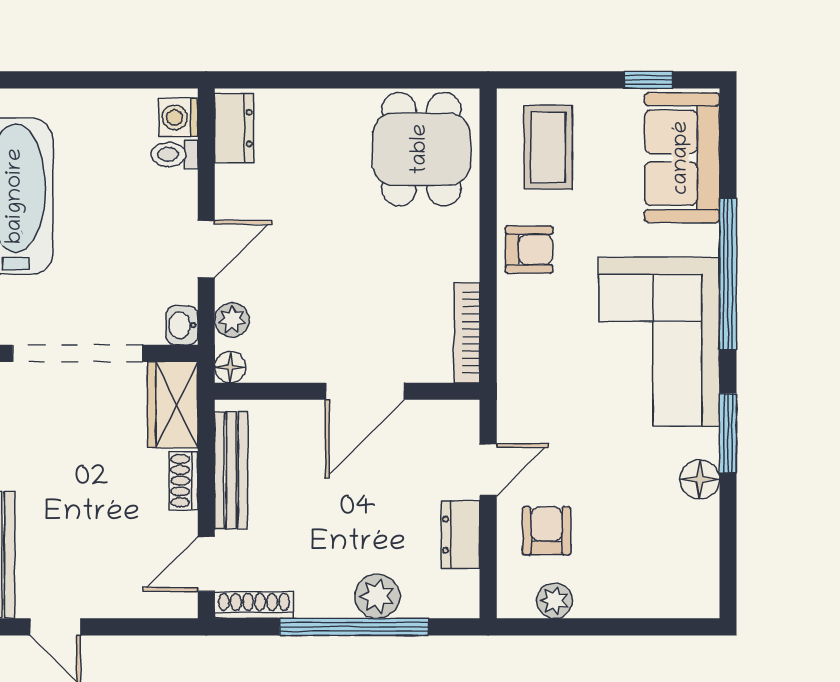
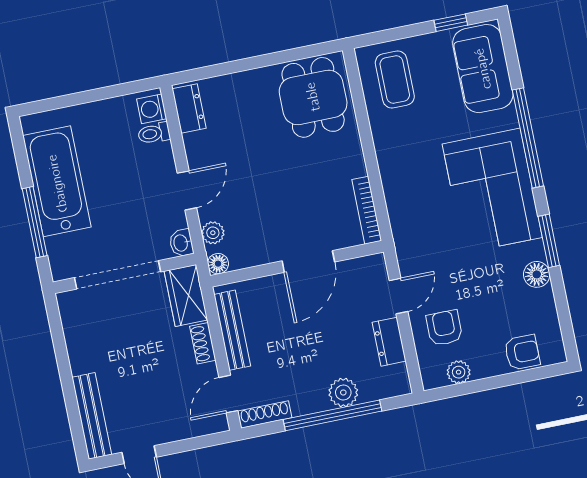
armchair: (529, 250) -> (522, 352), moved

